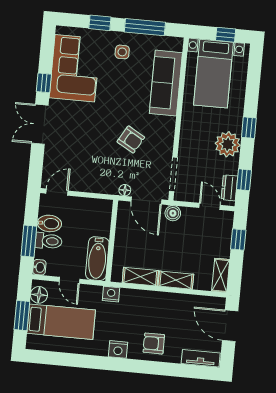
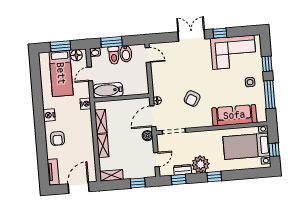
dresser: (229, 188) -> (183, 170), moved
armchair: (154, 343) -> (57, 138), turned 180

